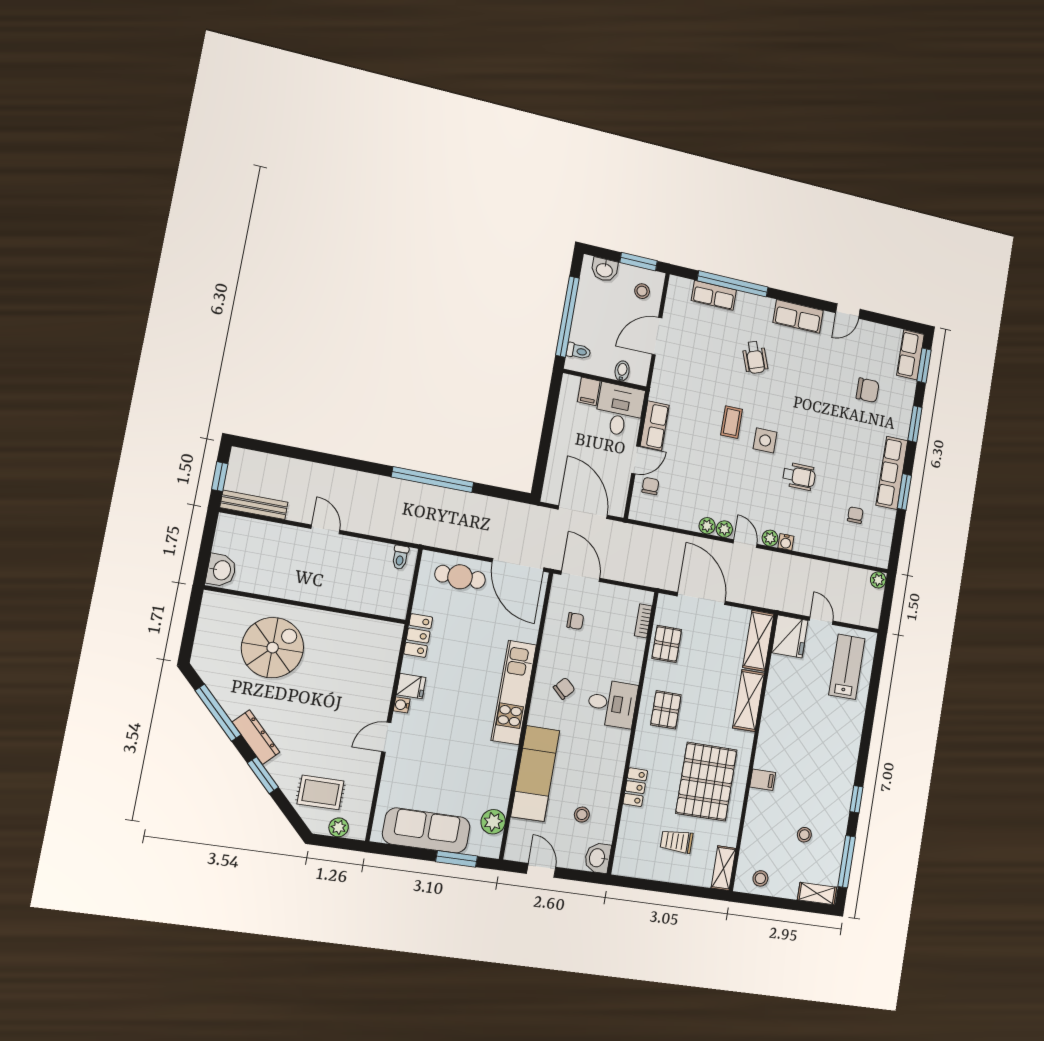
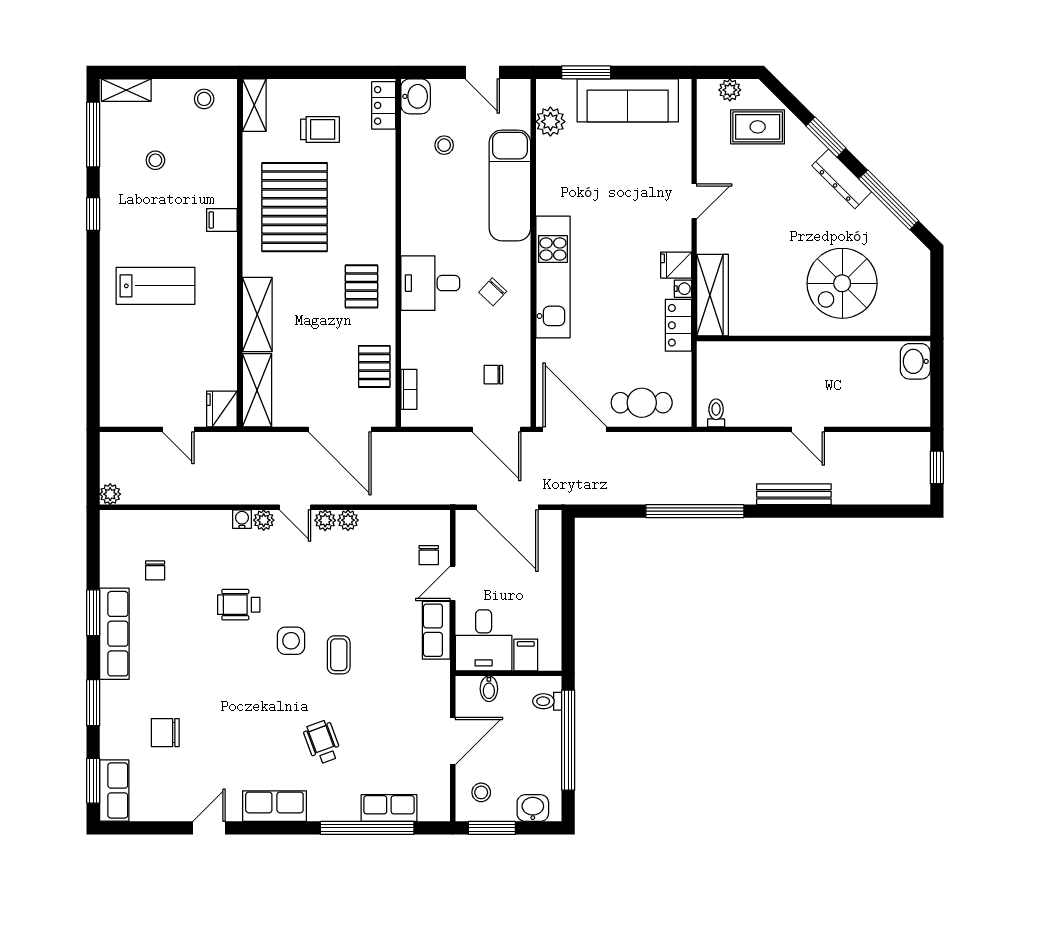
bench: (254, 505) -> (794, 494), moved
fridge: (790, 636) -> (222, 409), width x0.73, depth x0.75
wardrobe: (385, 656) -> (712, 295), added
lab bench: (847, 667) -> (155, 286), moved, turned -90
water cooler: (402, 705) -> (683, 289), moved
locker: (635, 787) -> (384, 105), moved

